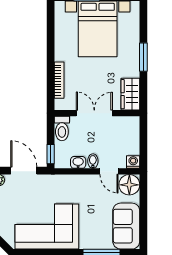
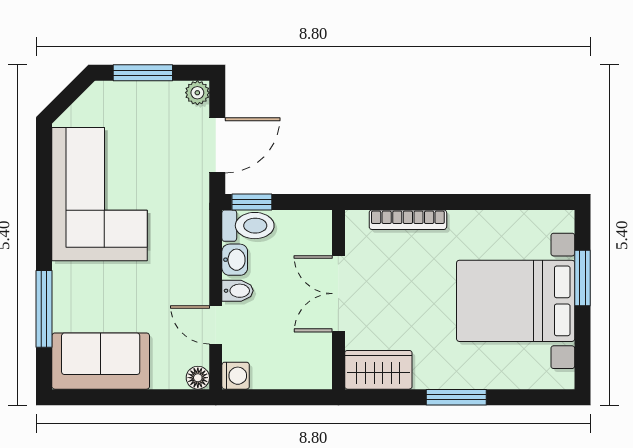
double door: (94, 113) -> (338, 294), swing flipped
toilet: (62, 128) -> (248, 226), moved, turned 180
door: (109, 171) -> (216, 325), hinge flipped
floor lamp: (129, 185) -> (198, 378), width x0.53, depth x0.53

